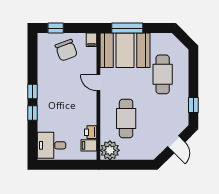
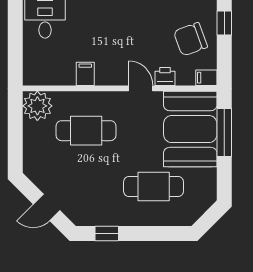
door: (98, 83) -> (141, 88), hinge flipped
printer: (91, 132) -> (165, 76), moved
filing cabinet: (89, 145) -> (85, 74), moved

